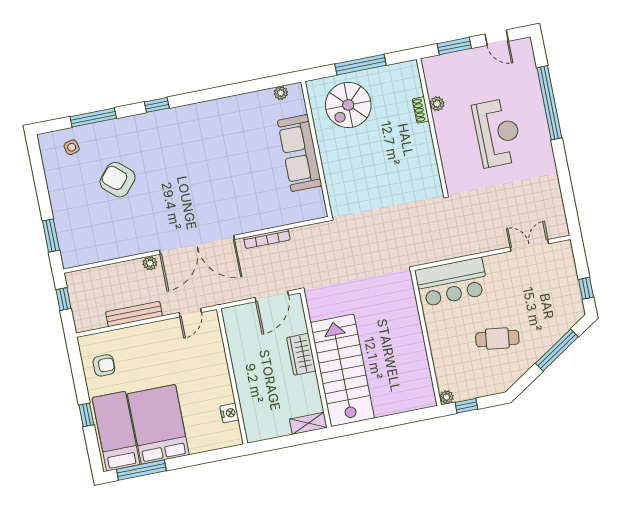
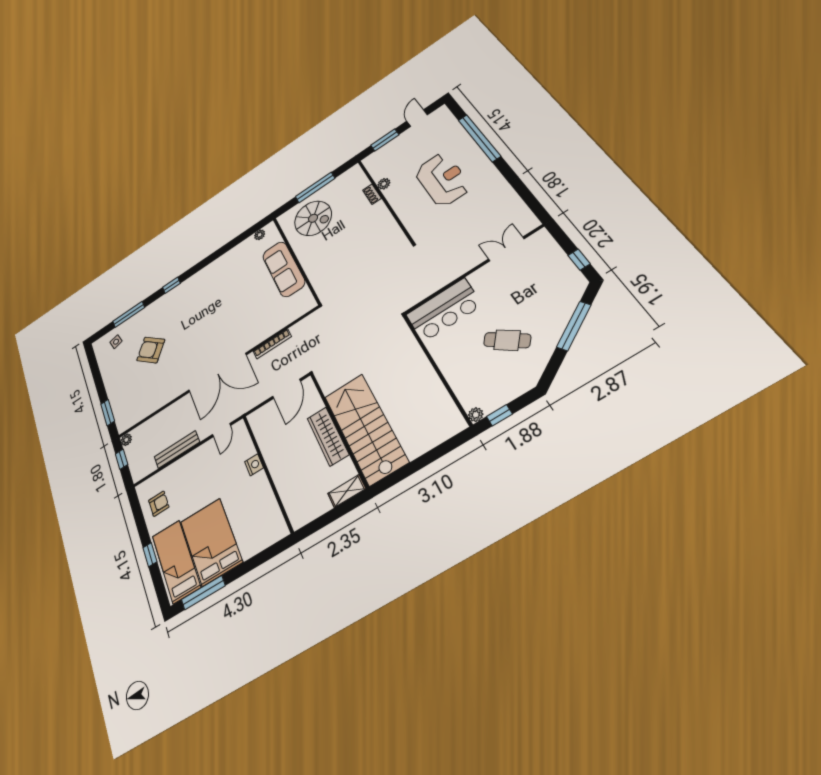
door: (497, 38) -> (417, 118), swing flipped
spiral stairs: (348, 105) -> (313, 218), turned -90
plant: (150, 263) -> (126, 440), moved
cafe table: (497, 339) -> (507, 340), turned 31
wardrobe: (301, 354) -> (328, 436), width x1.50
nightstand: (229, 413) -> (254, 465), moved

